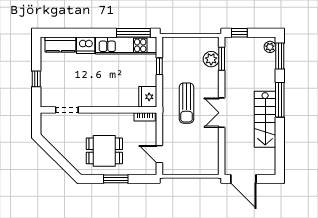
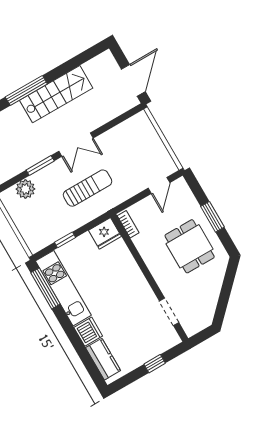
window: (222, 59) -> (40, 165), moved

